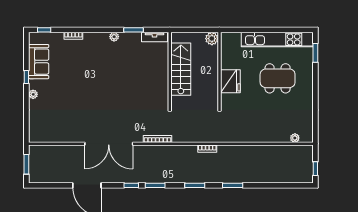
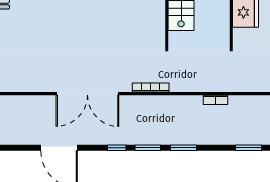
window: (195, 185) -> (184, 148), moved

